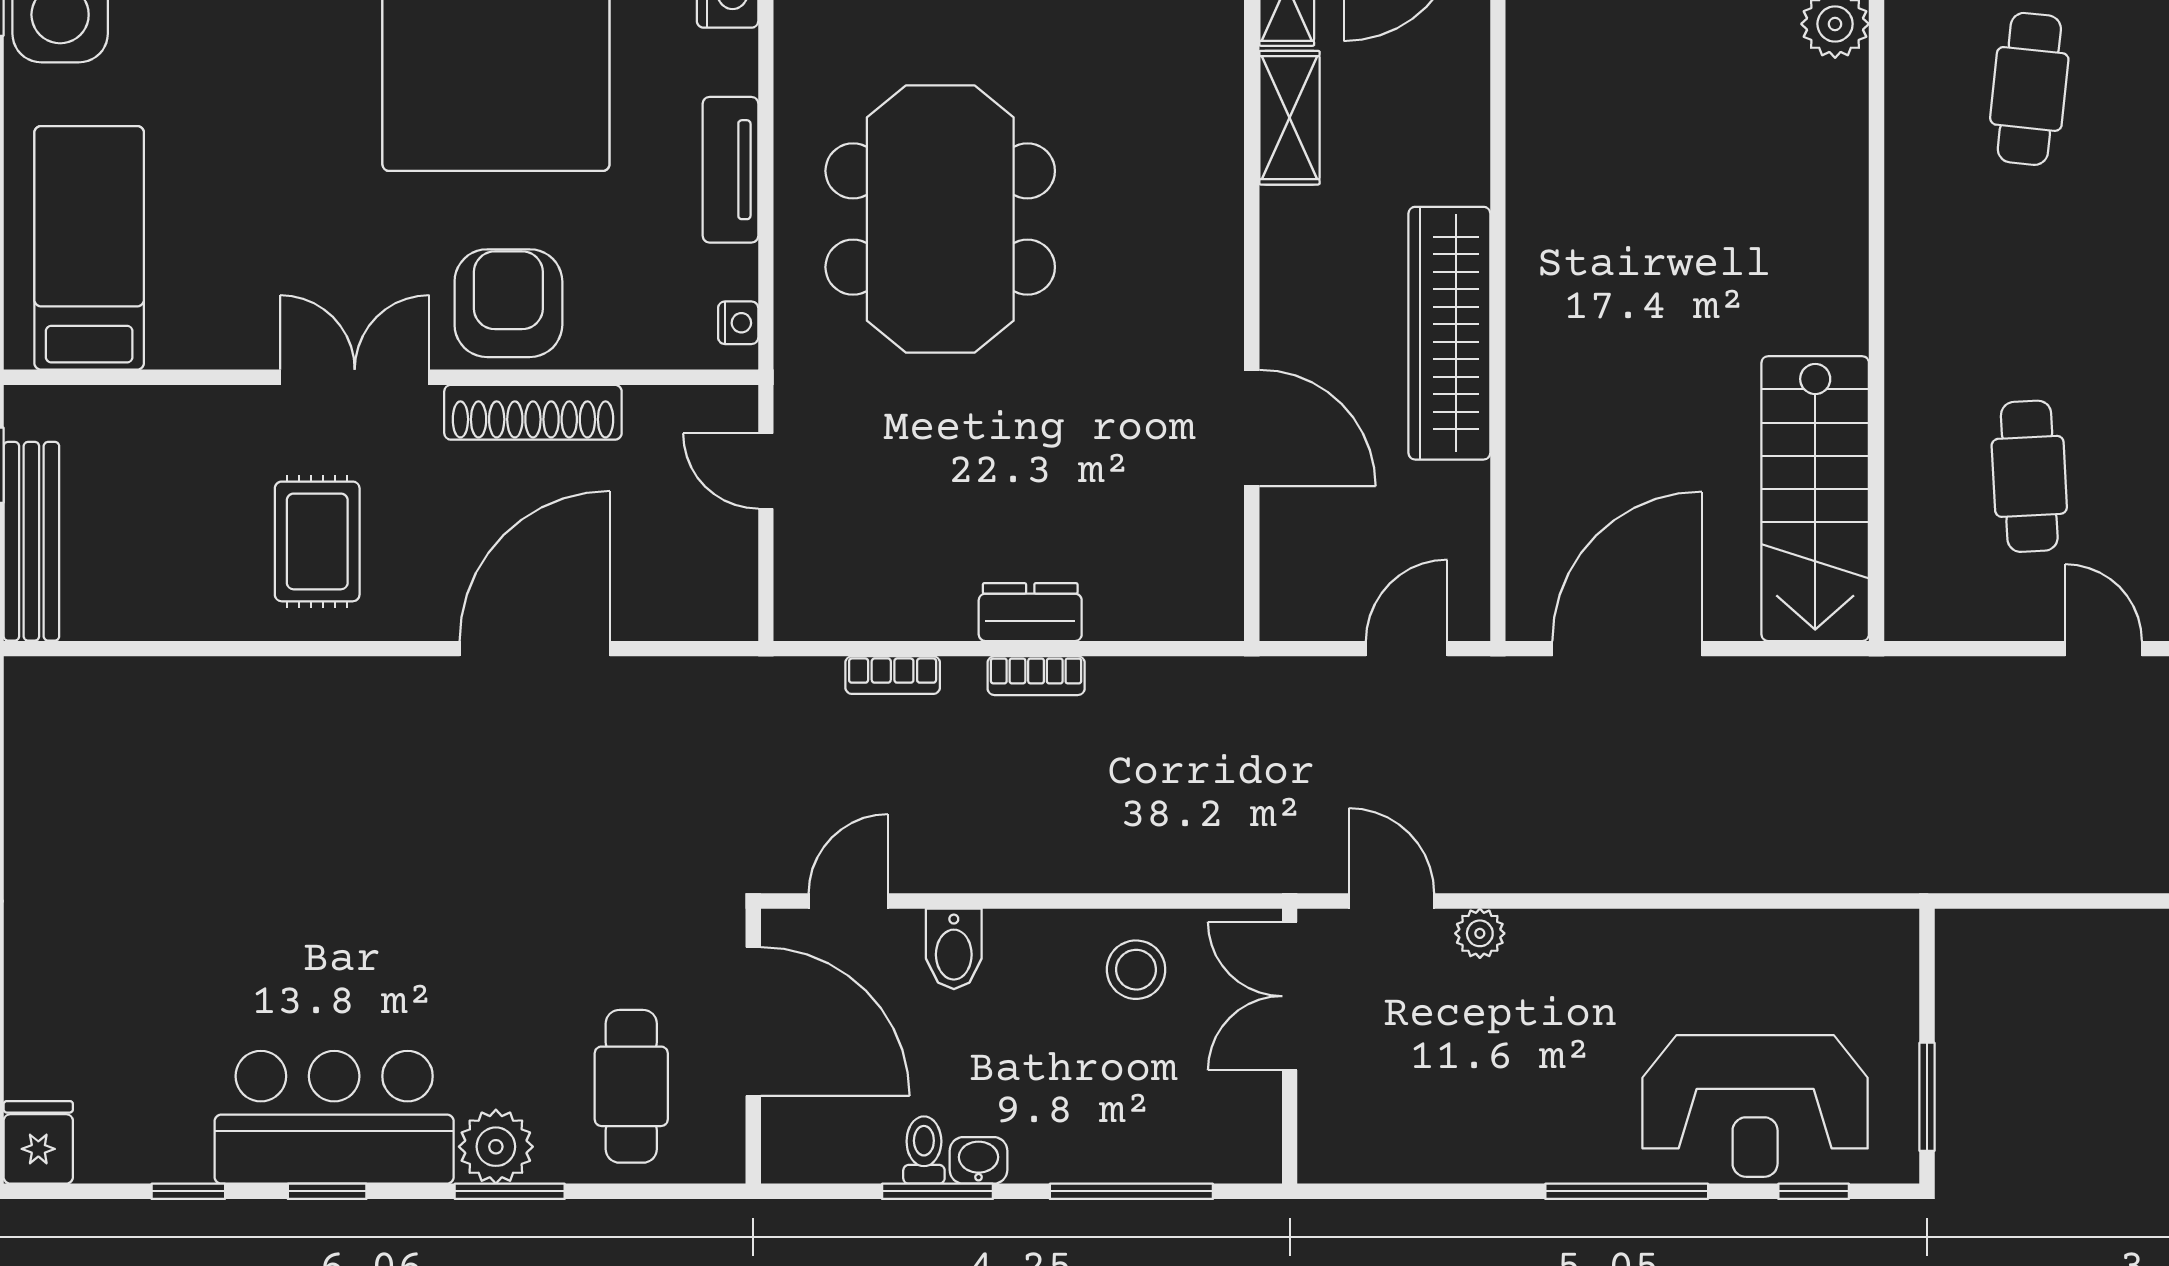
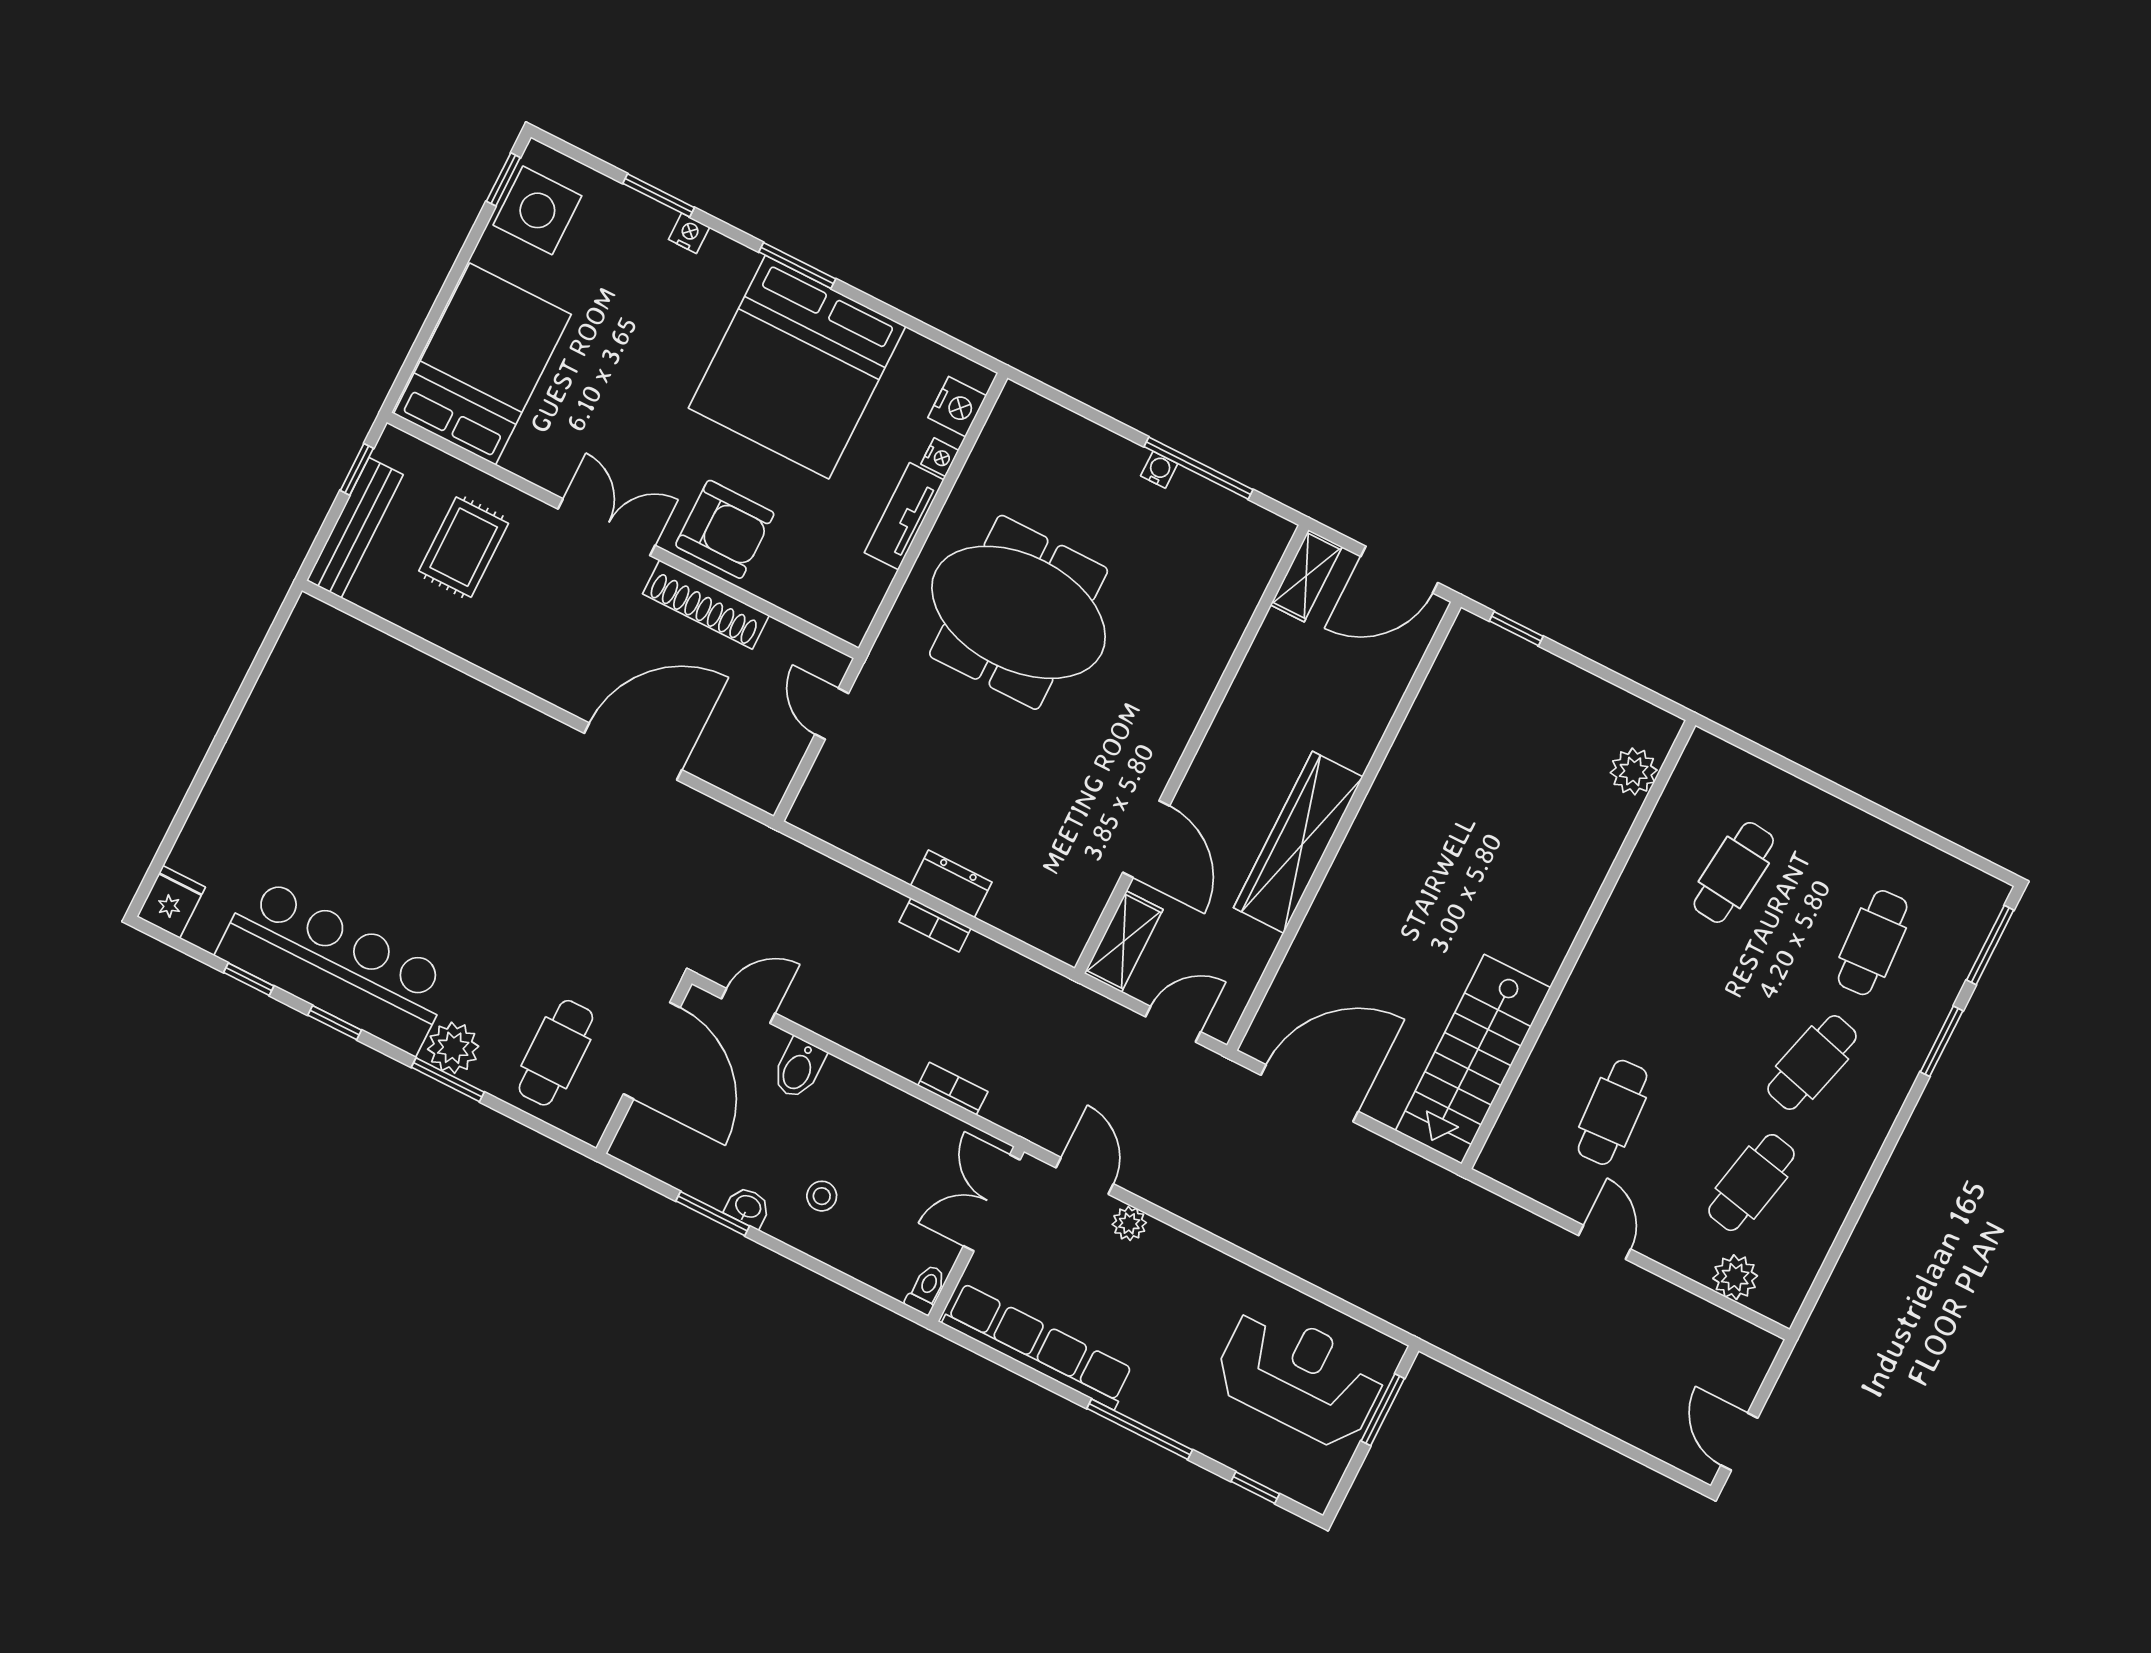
shelving: (1289, 118) -> (1124, 941), moved
meeting table: (940, 219) -> (1019, 612), turned 90
bed: (89, 248) -> (482, 364), width x1.50
armchair: (508, 303) -> (725, 529), turned 90
nightstand: (738, 323) -> (940, 457), moved
rug: (317, 541) -> (464, 547), moved
bookcase: (893, 675) -> (953, 1089), moved, turned 180
stool: (1136, 970) -> (822, 1196), moved, width x0.73, depth x0.73
window: (1927, 1097) -> (1383, 1410), moved
reception desk: (1755, 1106) -> (1300, 1376), moved, turned 180
bar counter: (334, 1117) -> (335, 965), width x1.36
toilet: (924, 1150) -> (926, 1289), moved
row of seats: (1442, 1151) -> (1038, 1346), added
window: (1131, 1191) -> (833, 1274), removed

